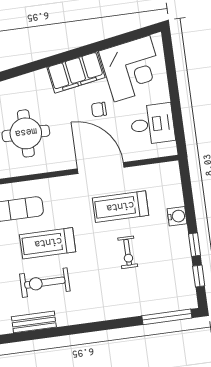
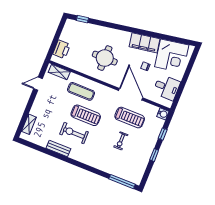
treadmill: (120, 207) -> (130, 118), turned 180
water cooler: (177, 216) -> (163, 114), moved
treadmill: (48, 243) -> (86, 115), turned 180
window: (199, 276) -> (163, 134), moved

